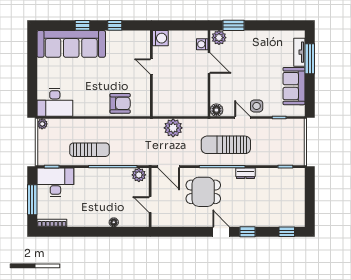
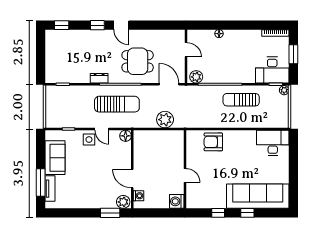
plant: (42, 124) -> (284, 90), moved
window: (32, 200) -> (293, 54), width x0.69

